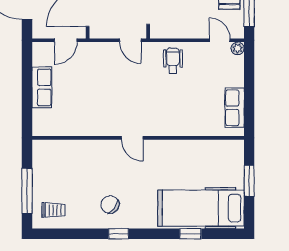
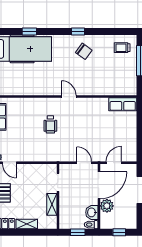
door: (130, 40) -> (84, 163), moved
wheelchair: (173, 61) -> (50, 124), moved
row of seats: (42, 87) -> (123, 104), moved, turned -90

